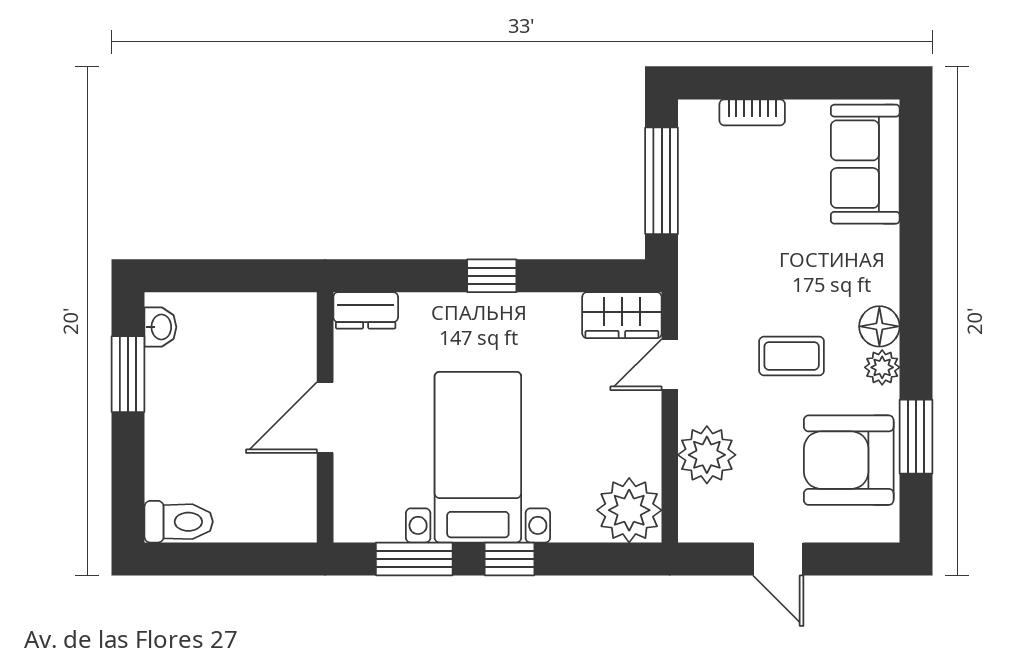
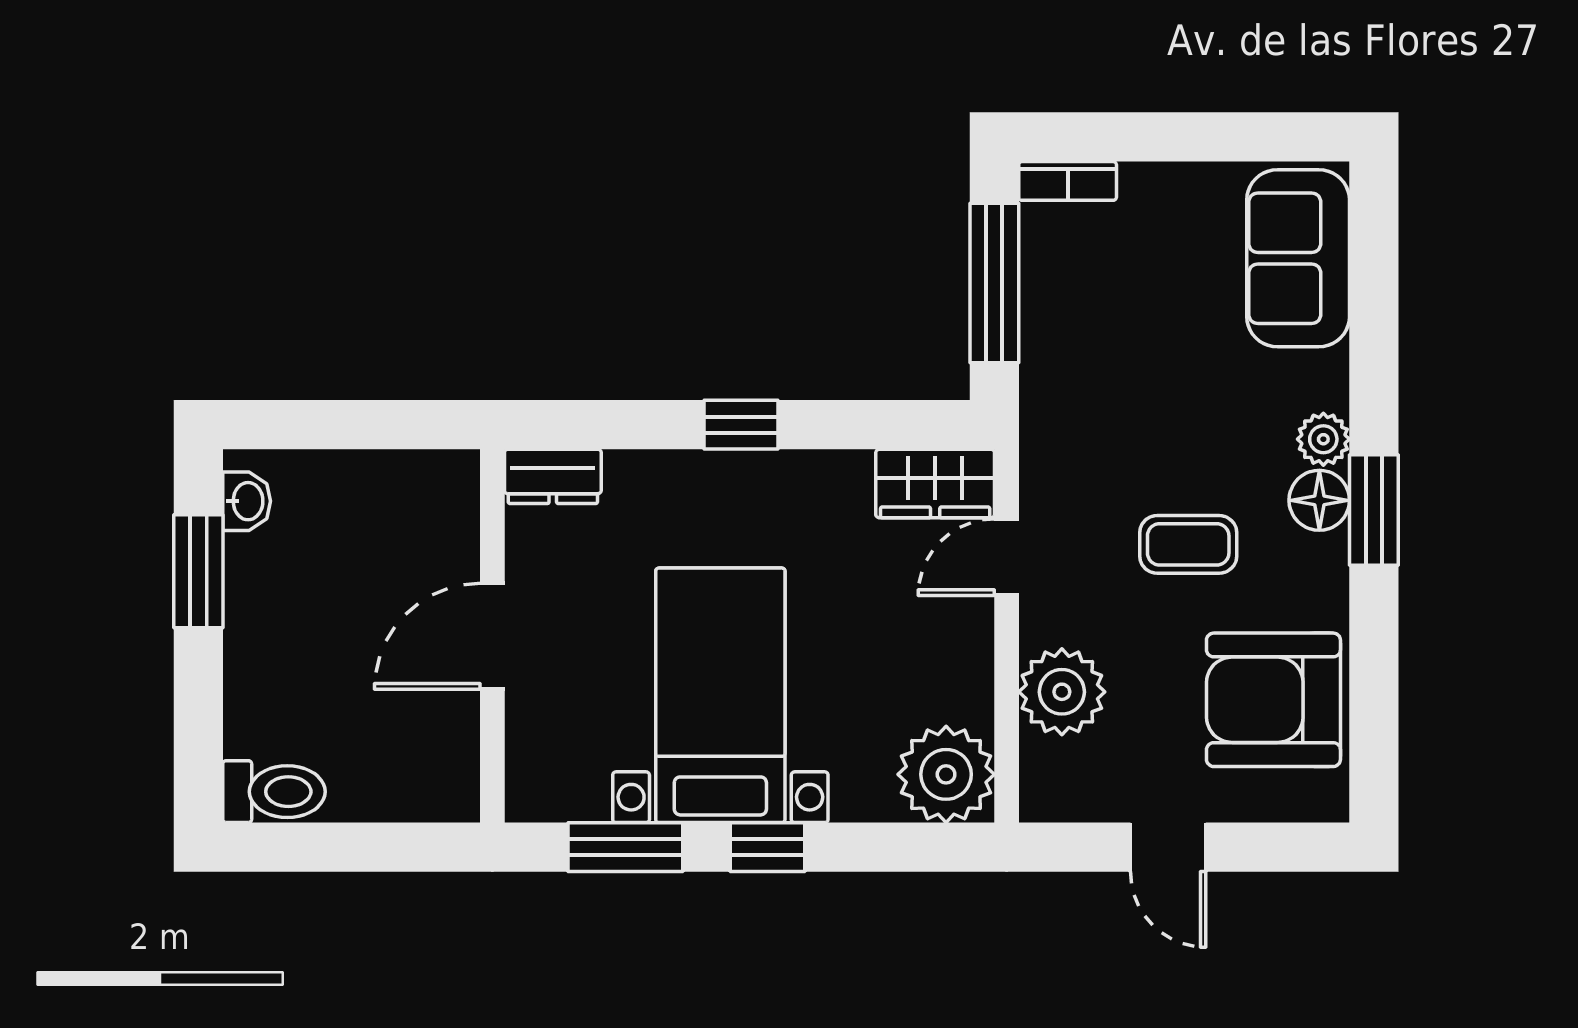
bookcase: (752, 112) -> (1068, 181), moved
plant: (882, 367) -> (1323, 439), moved
window: (916, 437) -> (1374, 510), moved

